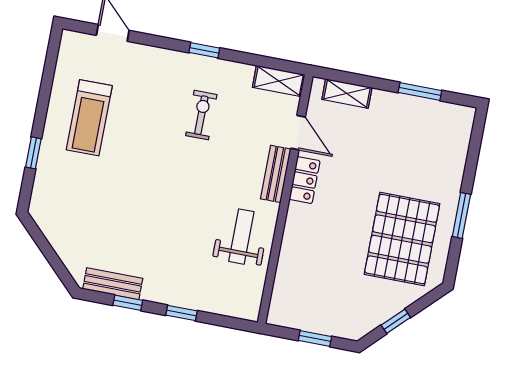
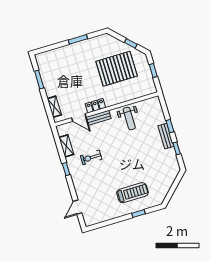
shelving: (279, 81) -> (66, 146), moved
treadmill: (89, 118) -> (133, 193), moved
door: (298, 133) -> (79, 118), swing flipped
weight bench: (241, 237) -> (129, 118), turned -90
pallet: (402, 239) -> (117, 69), moved
bench: (113, 284) -> (166, 136), moved

